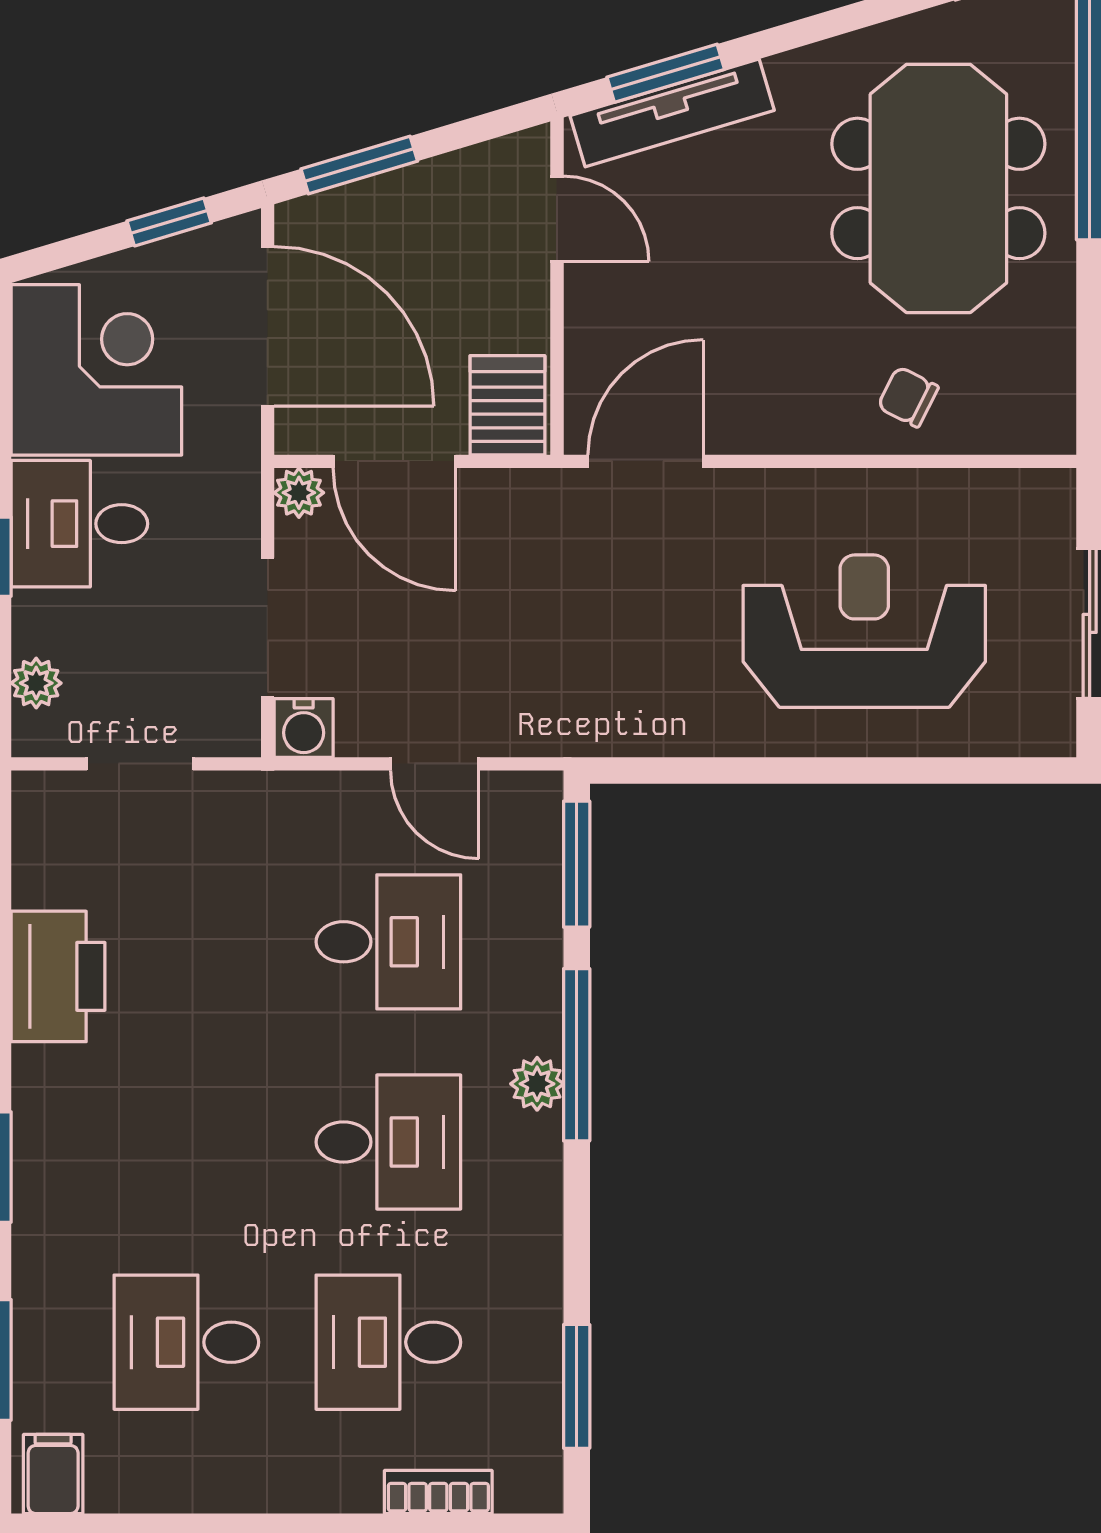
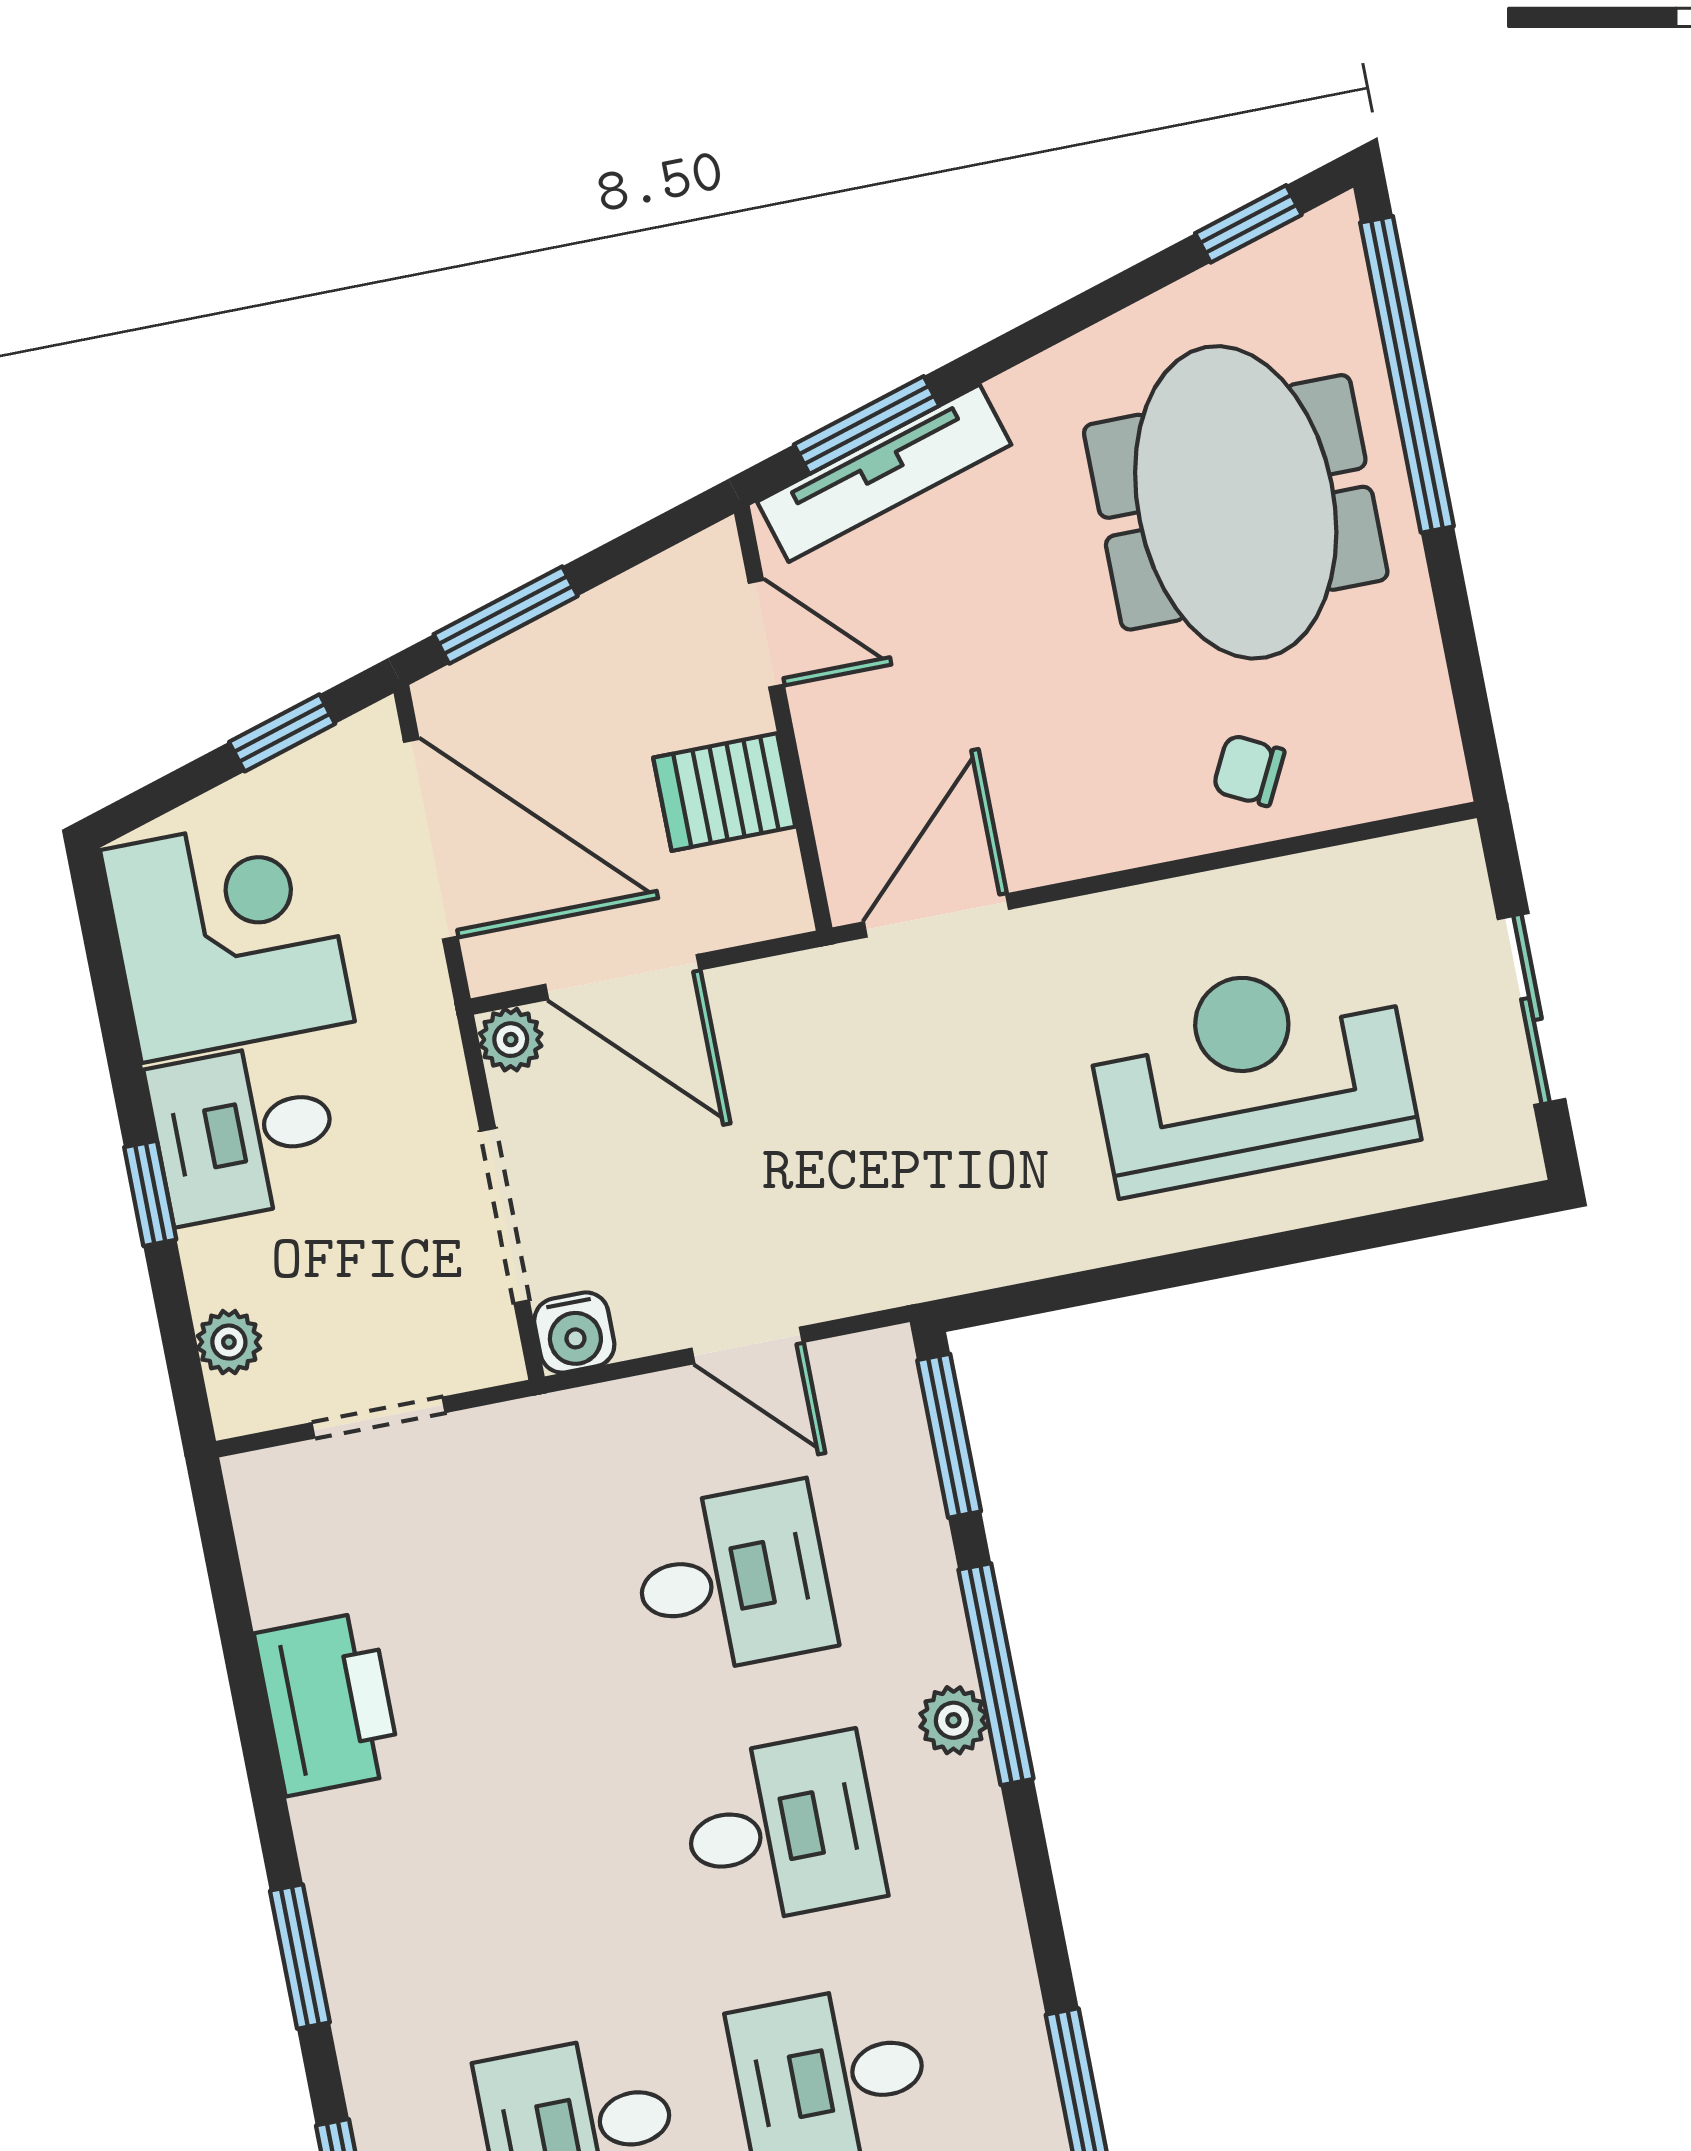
server rack: (507, 405) -> (724, 792), moved, turned -90

